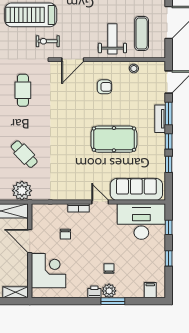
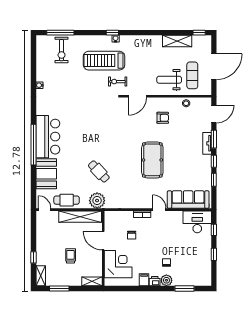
weight bench: (112, 39) -> (169, 80), turned -90
cafe table: (23, 90) -> (98, 121), removed
pool table: (114, 139) -> (152, 160), moved, turned 90
desk: (141, 222) -> (197, 222), width x0.73, depth x0.77
filing cabinet: (150, 290) -> (144, 280), moved
window: (113, 301) -> (184, 288), moved

